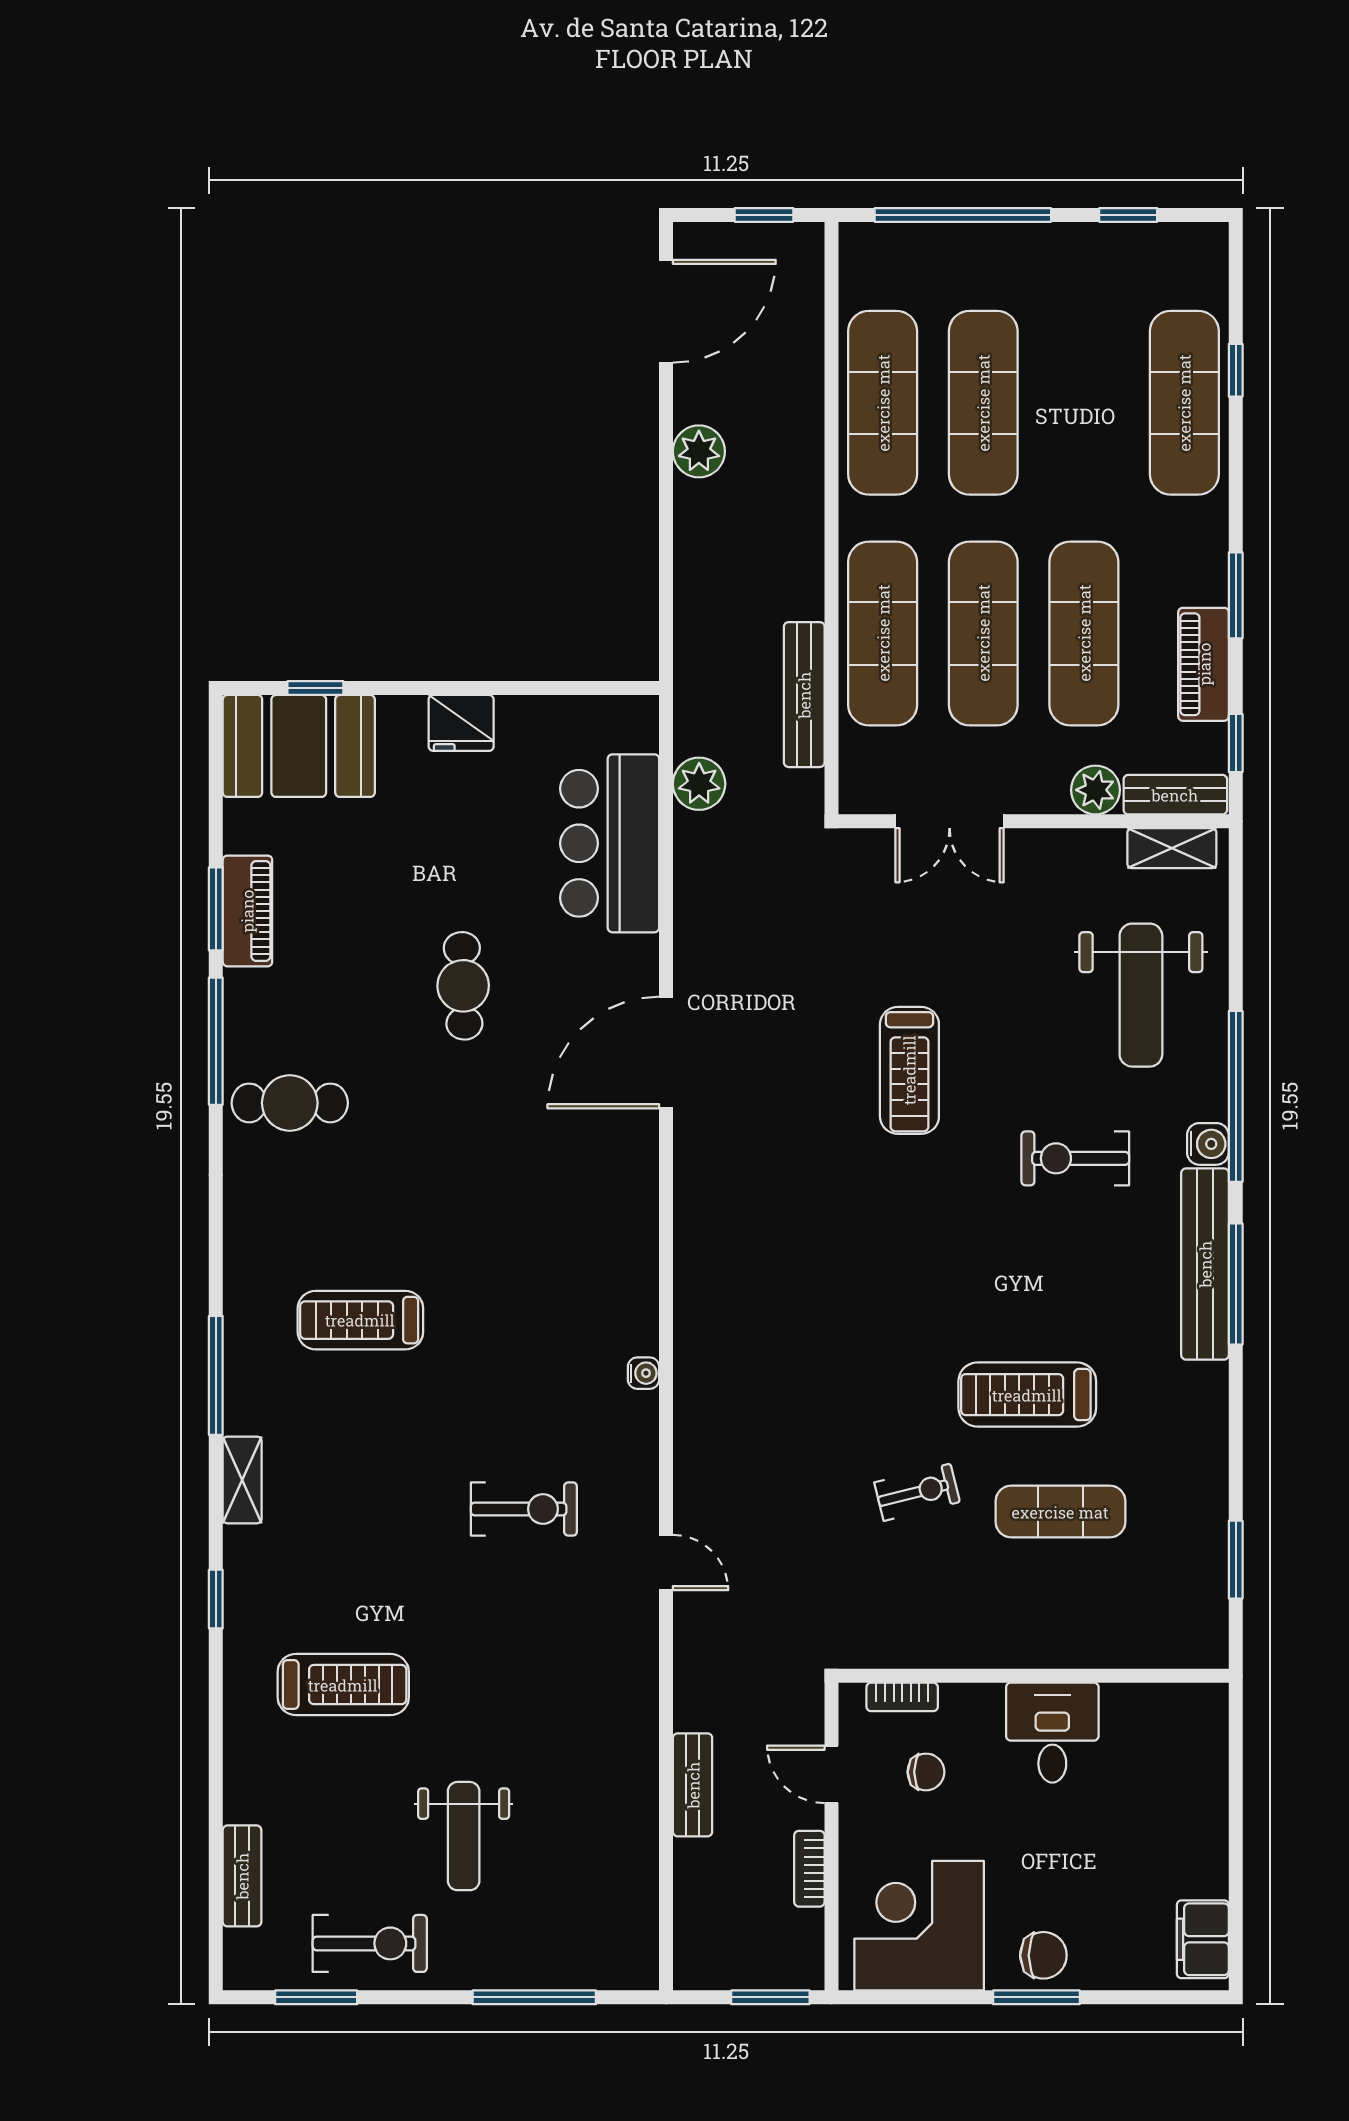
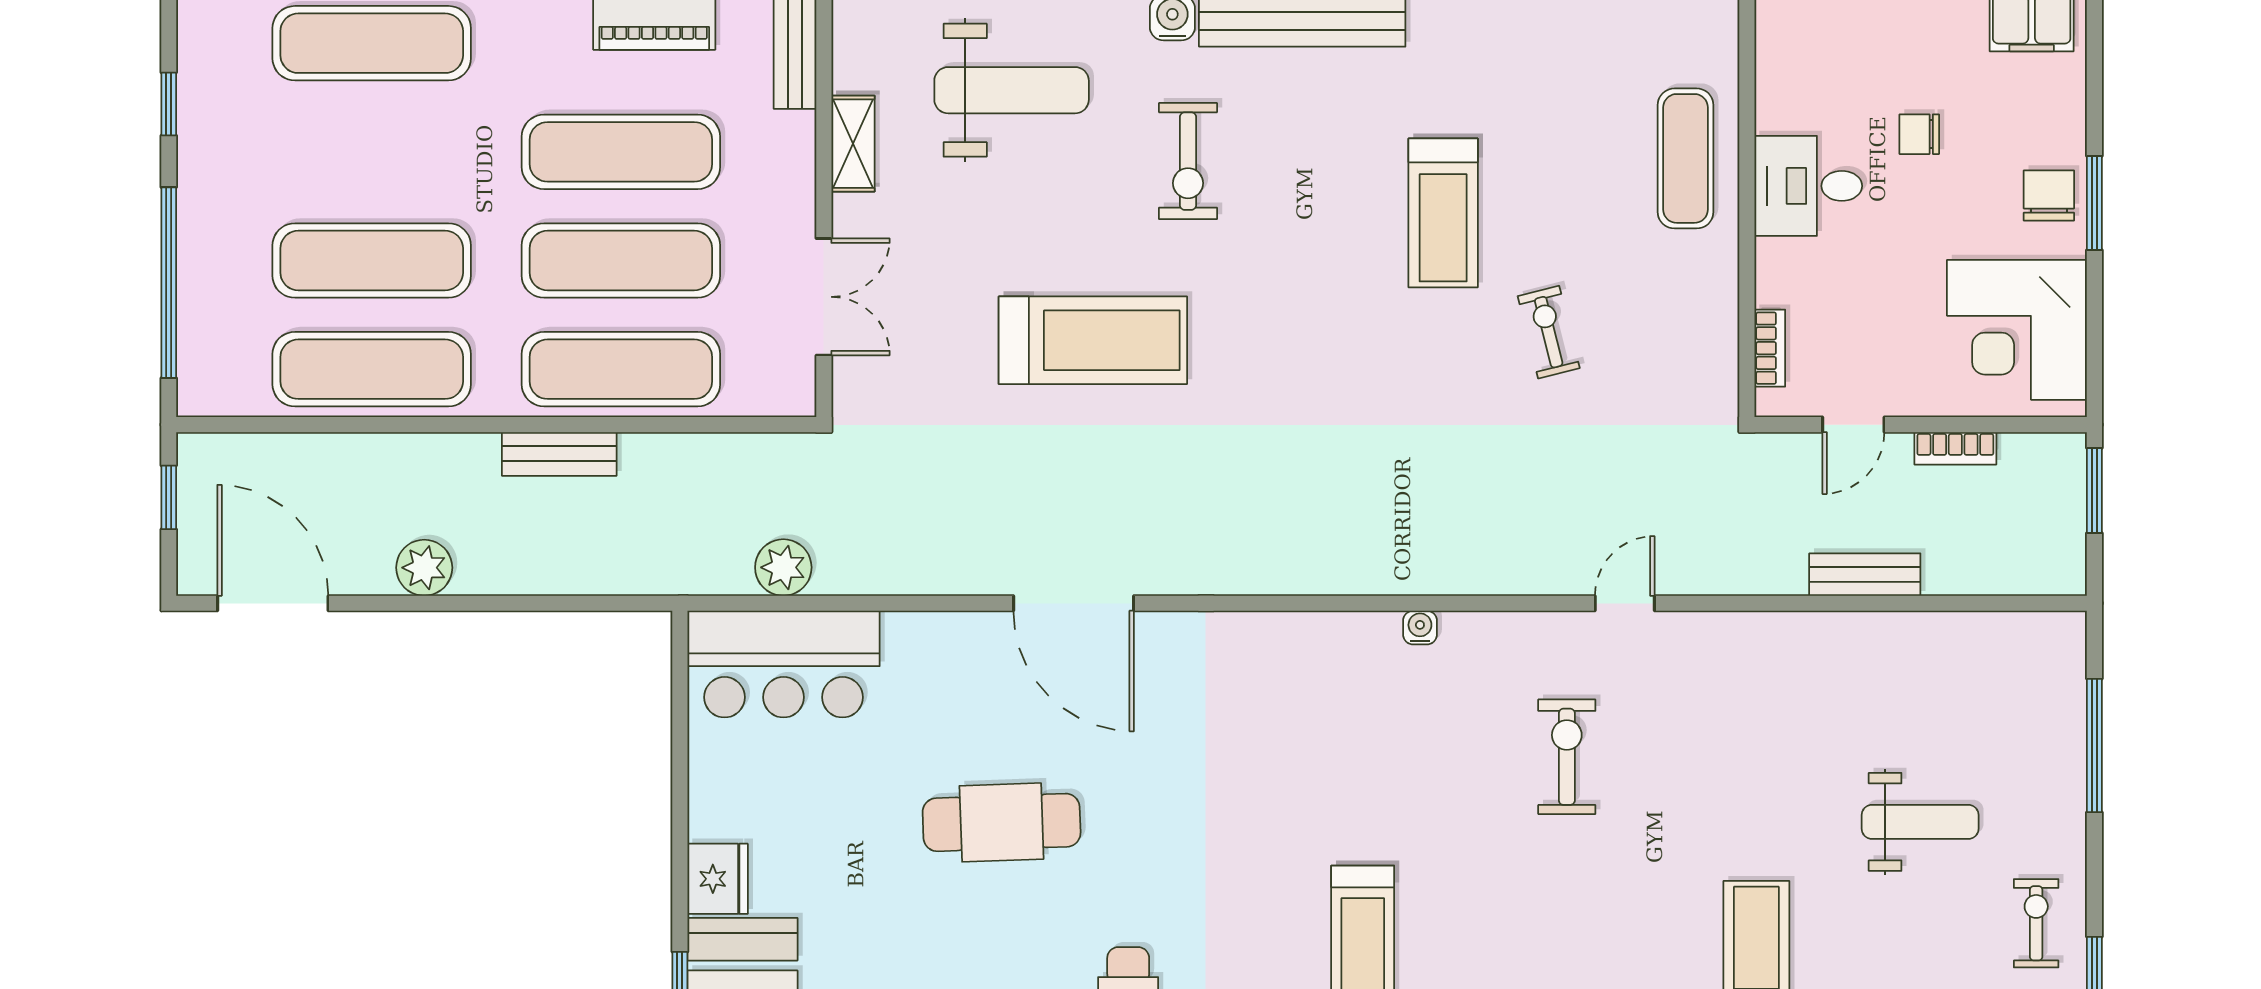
bench: (804, 695) -> (559, 454), moved, width x0.73
fridge: (461, 723) -> (718, 879), moved
plant: (1095, 790) -> (790, 139), removed
bar counter: (610, 843) -> (784, 664), moved
shelving: (1172, 848) -> (853, 144), moved
cafe table: (463, 986) -> (1002, 822), width x1.37, depth x1.35
treadmill: (909, 1070) -> (1093, 340), width x1.37, depth x1.38
exercise mat: (1060, 1512) -> (1686, 158), moved
chair: (926, 1772) -> (1919, 134), moved, turned -90
exercise bike: (370, 1943) -> (2036, 923), width x0.73, depth x0.72

